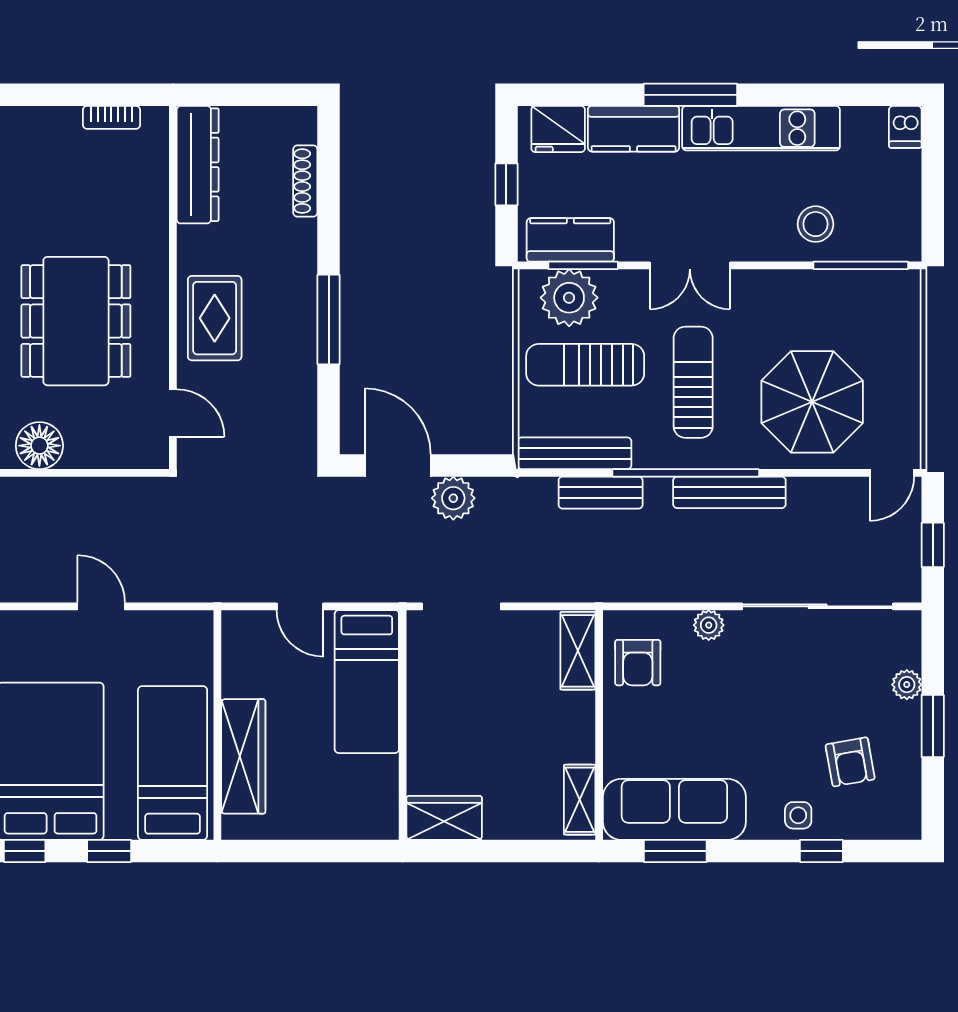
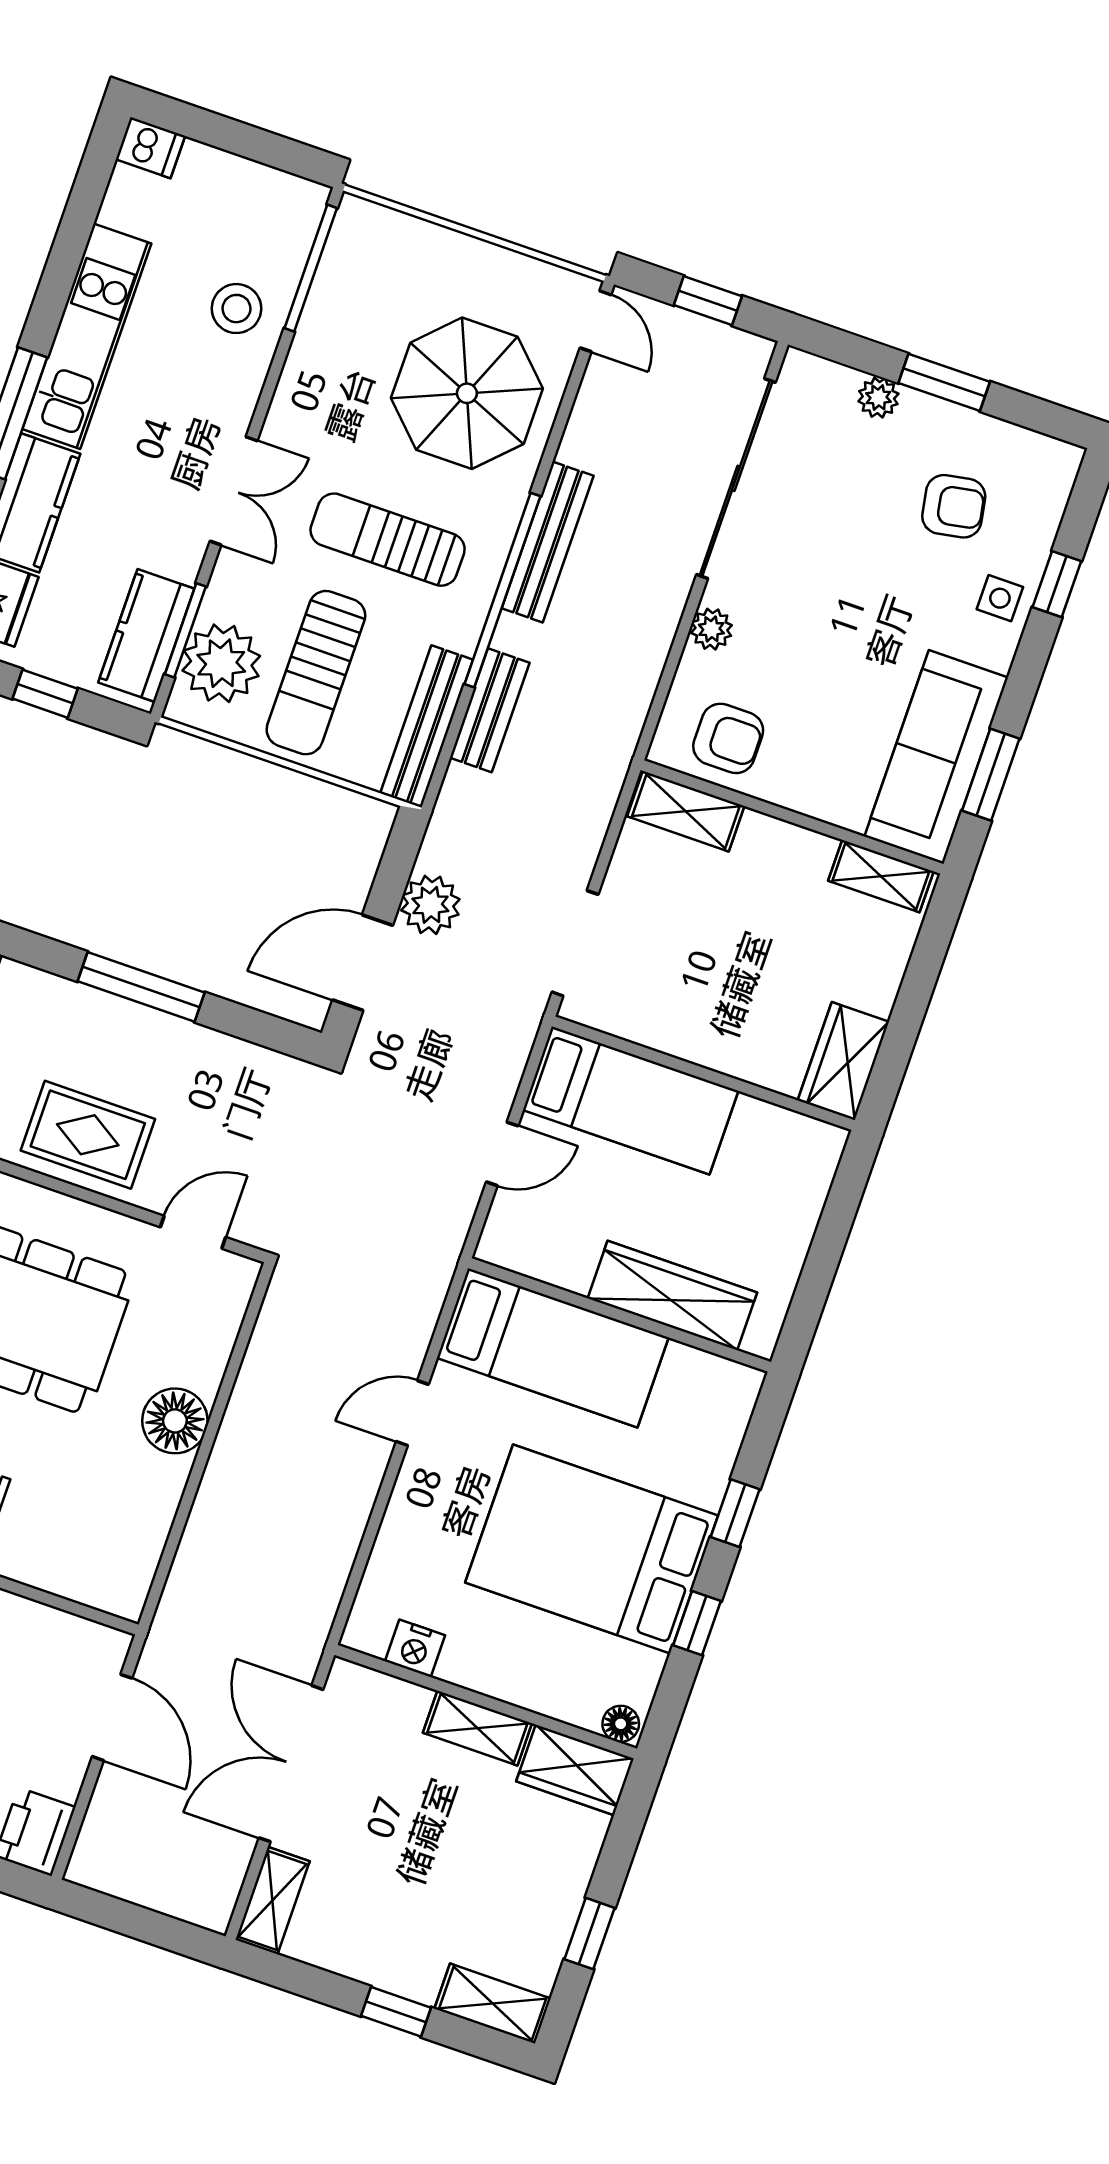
bed: (173, 763) -> (553, 1348), moved, turned 180

